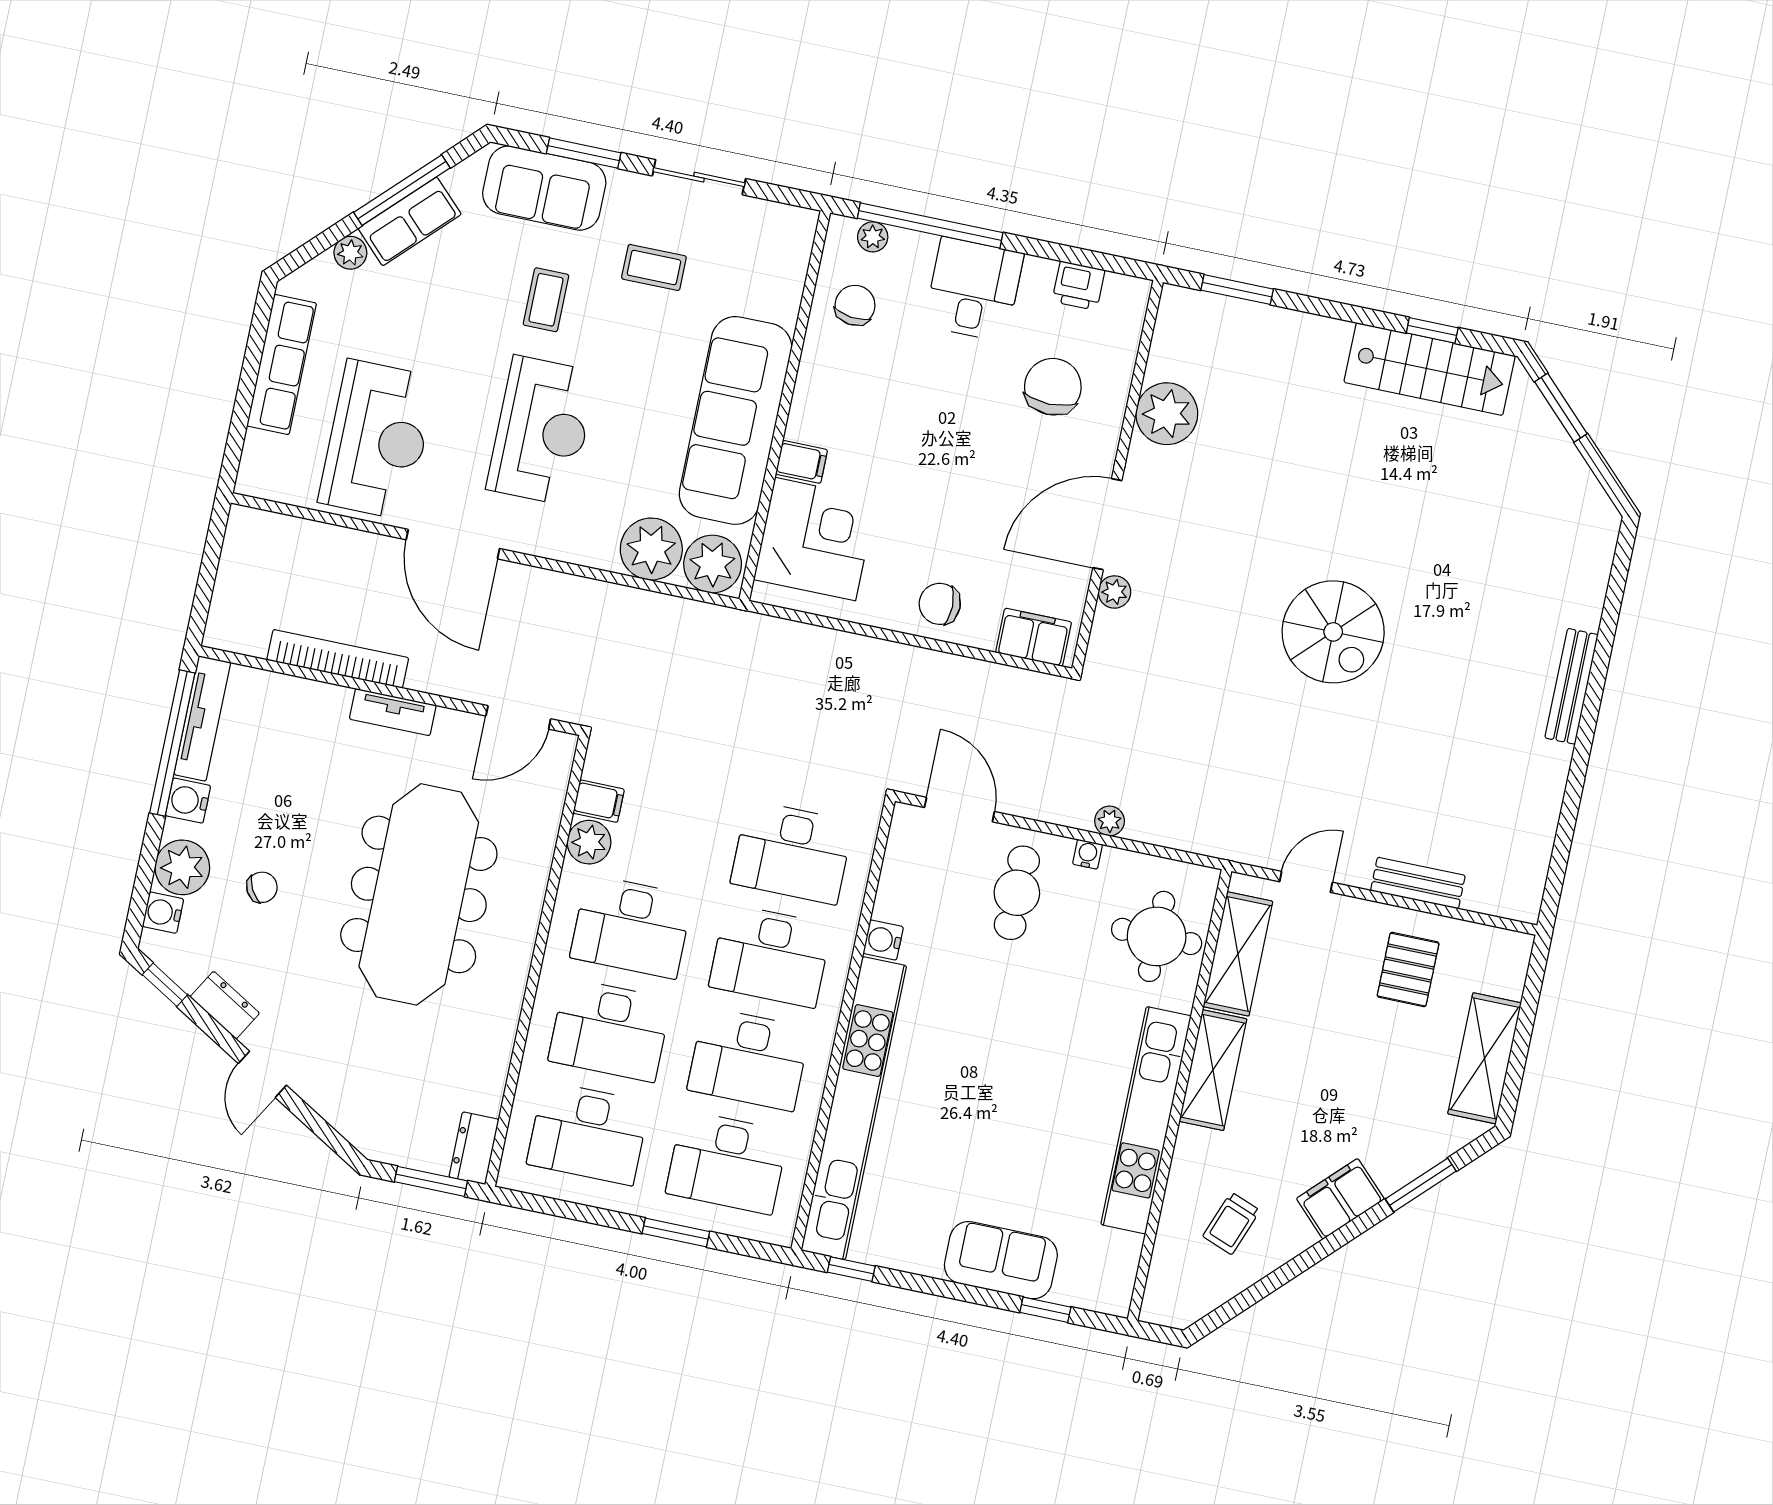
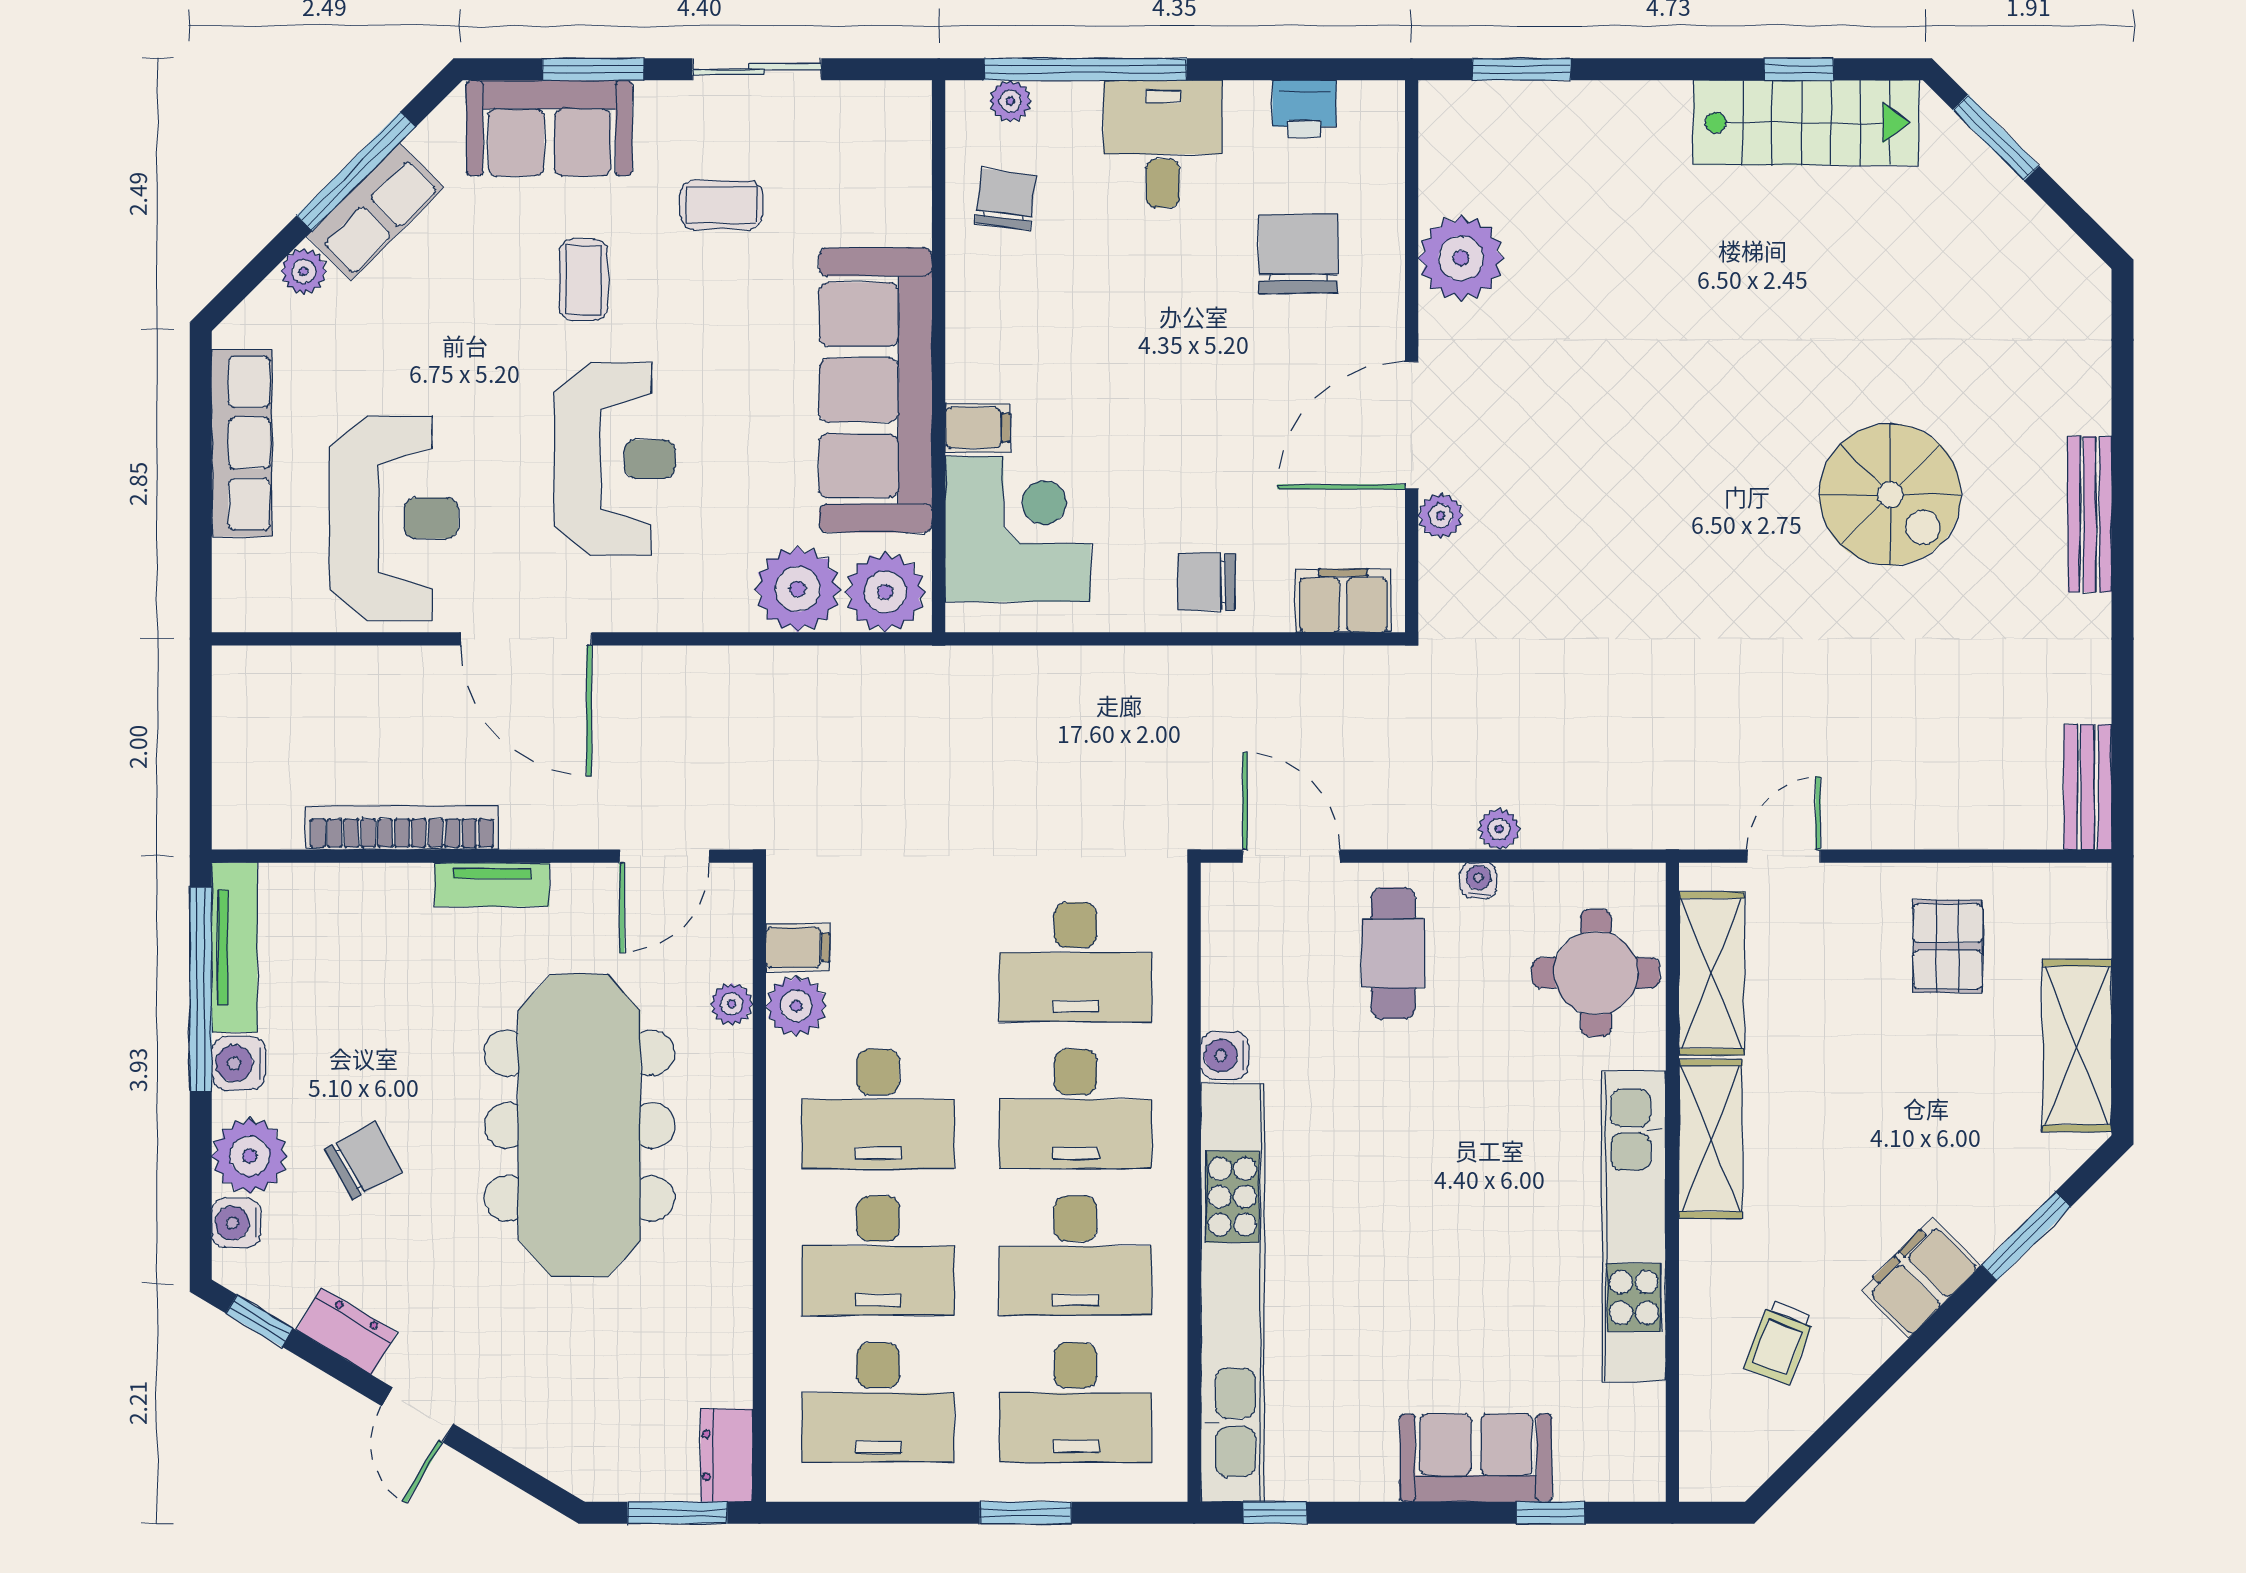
spiral stairs: (1333, 632) -> (1890, 495), moved
plant: (544, 831) -> (732, 1004), added
bench: (1418, 883) -> (2088, 787), moved, turned 90
chair: (262, 887) -> (364, 1160), width x1.37, depth x1.37

